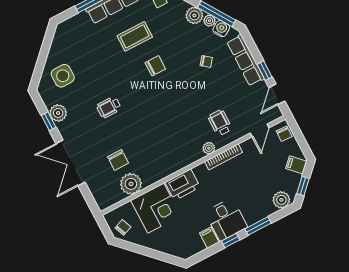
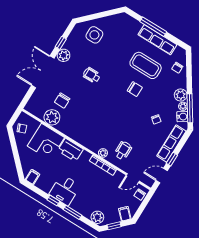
coffee table: (135, 36) -> (146, 65), width x1.36, depth x1.32
plant: (58, 113) -> (64, 55), moved
filing cabinet: (209, 238) -> (33, 177), moved

